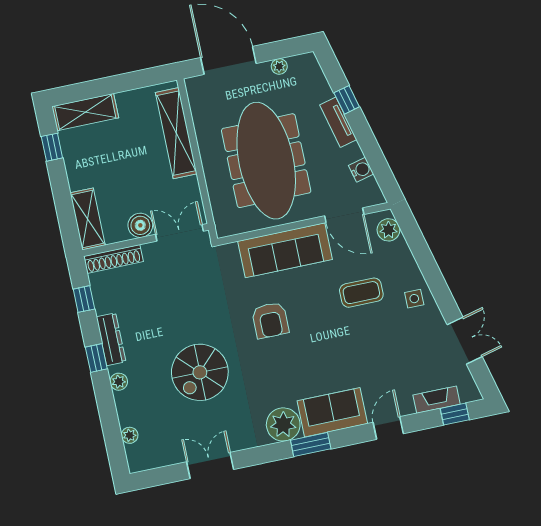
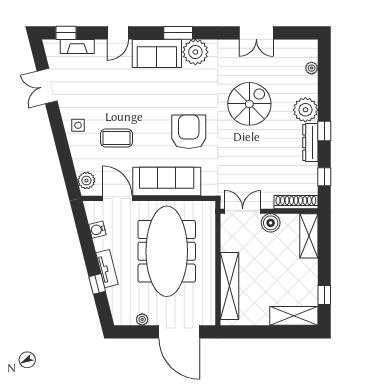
double door: (179, 233) -> (243, 211), swing flipped
armchair: (270, 320) -> (189, 132), width x1.36, depth x1.36
plant: (119, 382) -> (305, 110), width x1.88, depth x1.88

